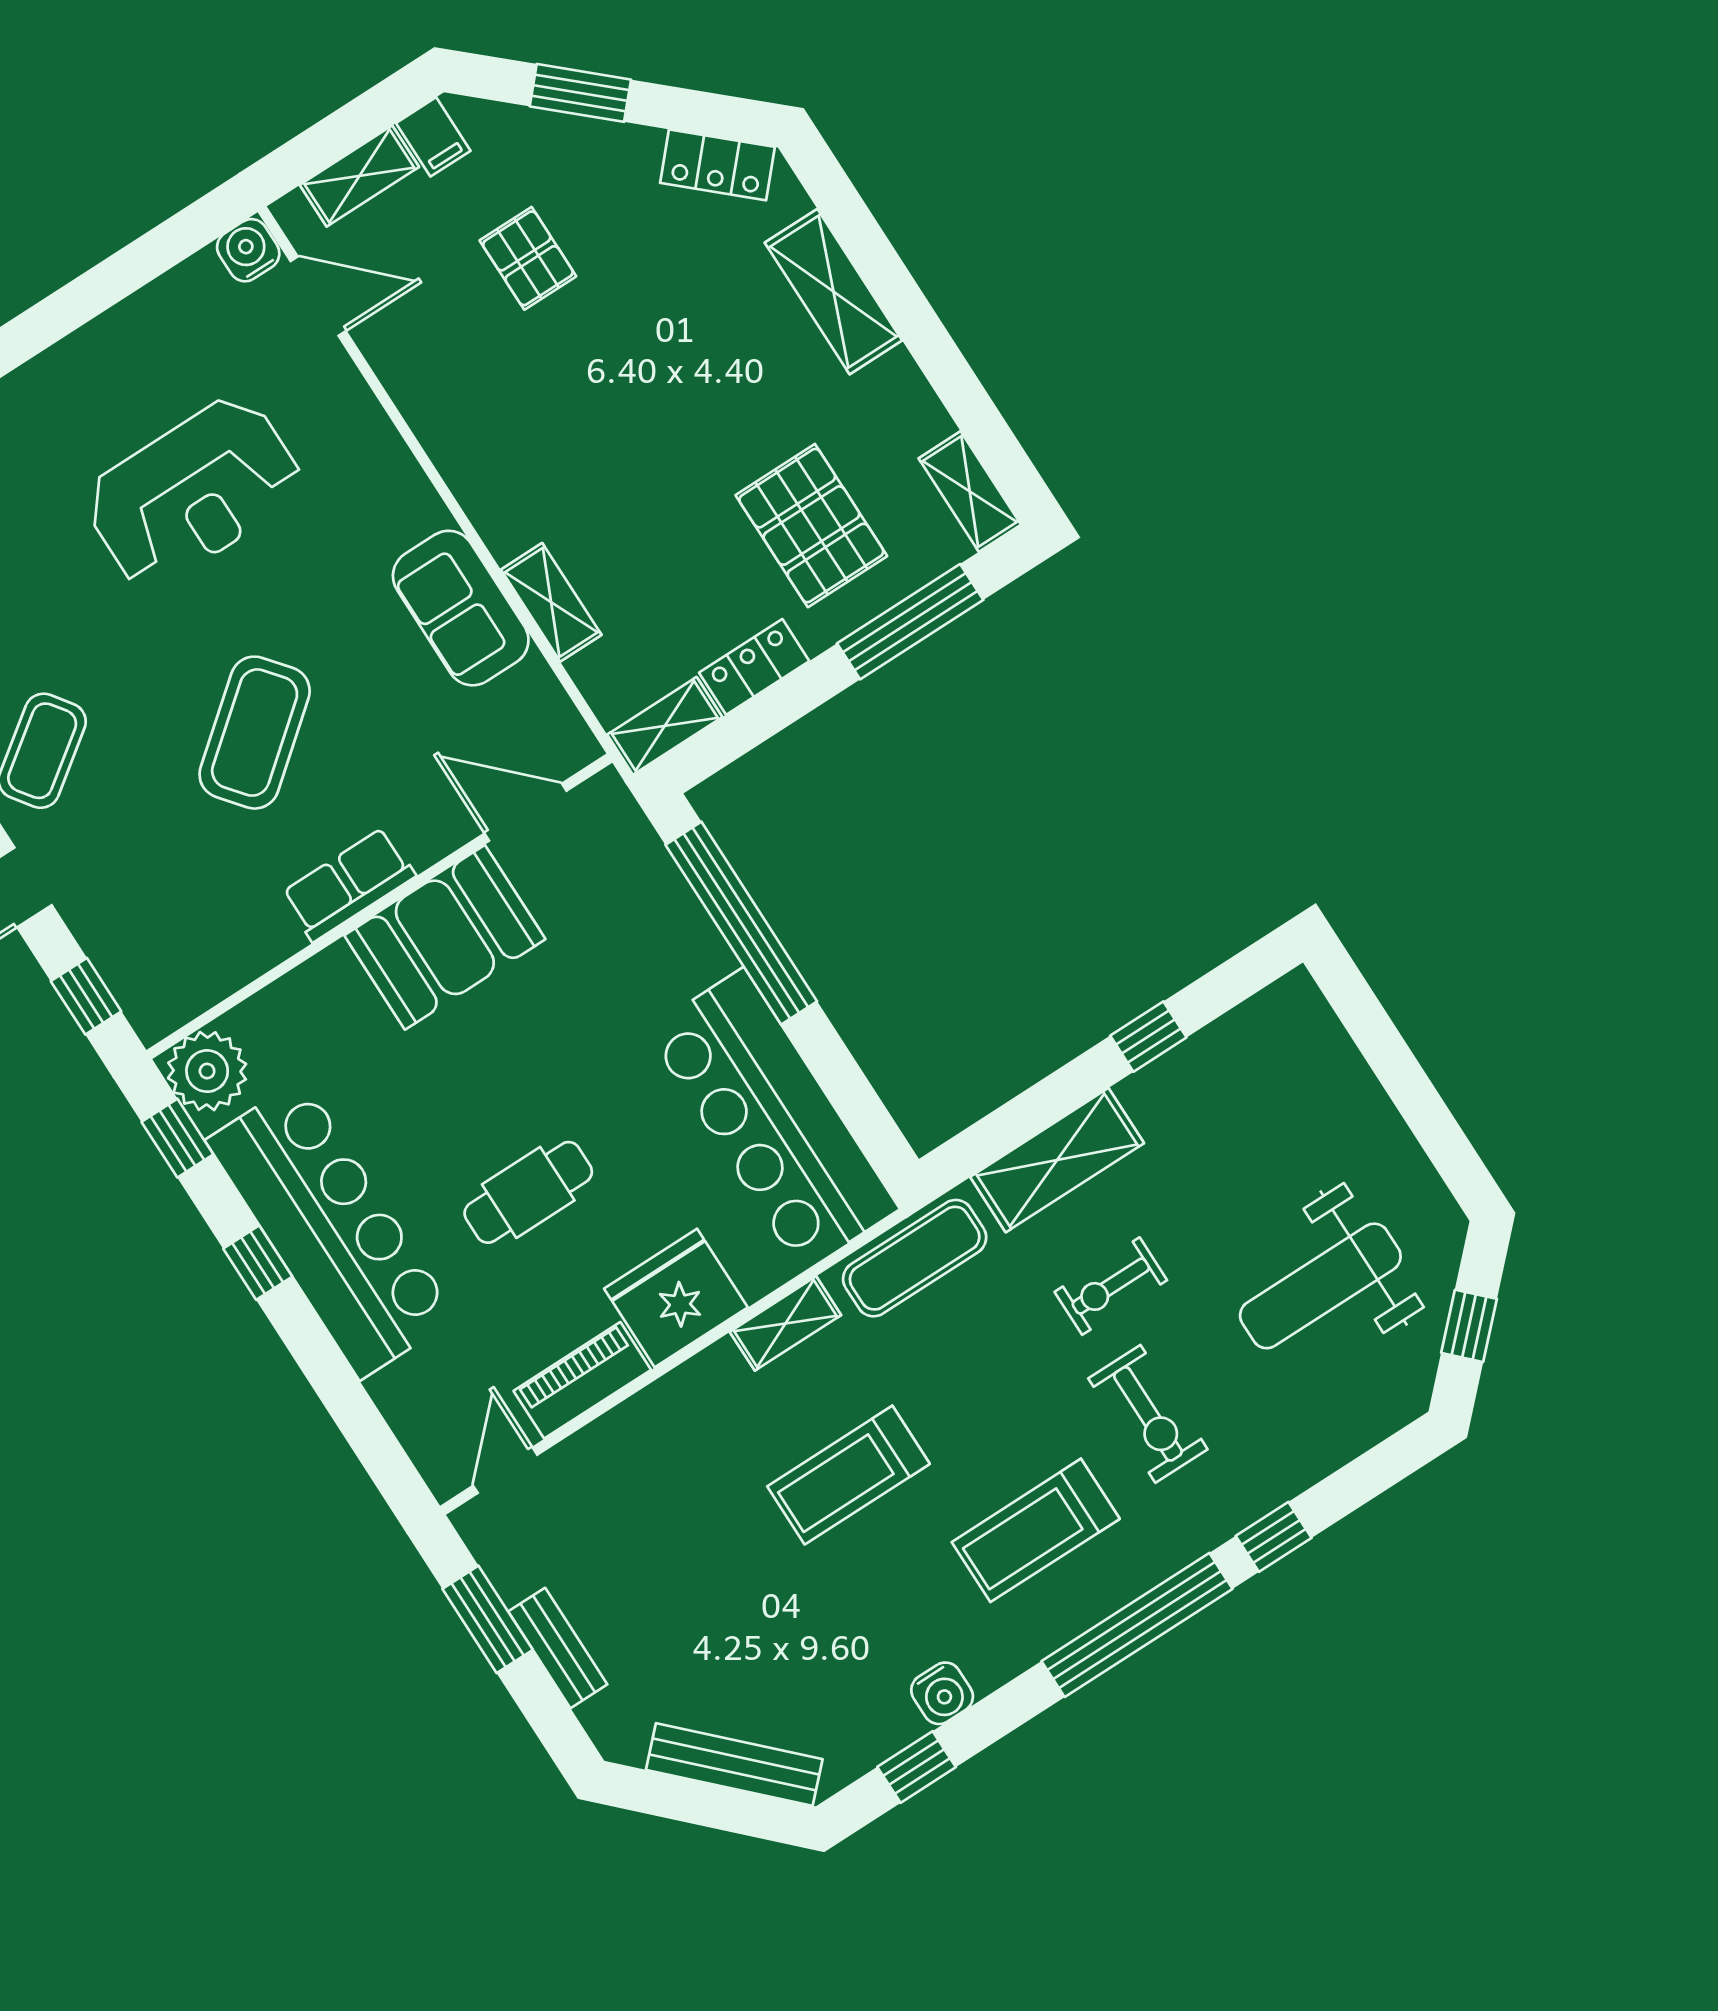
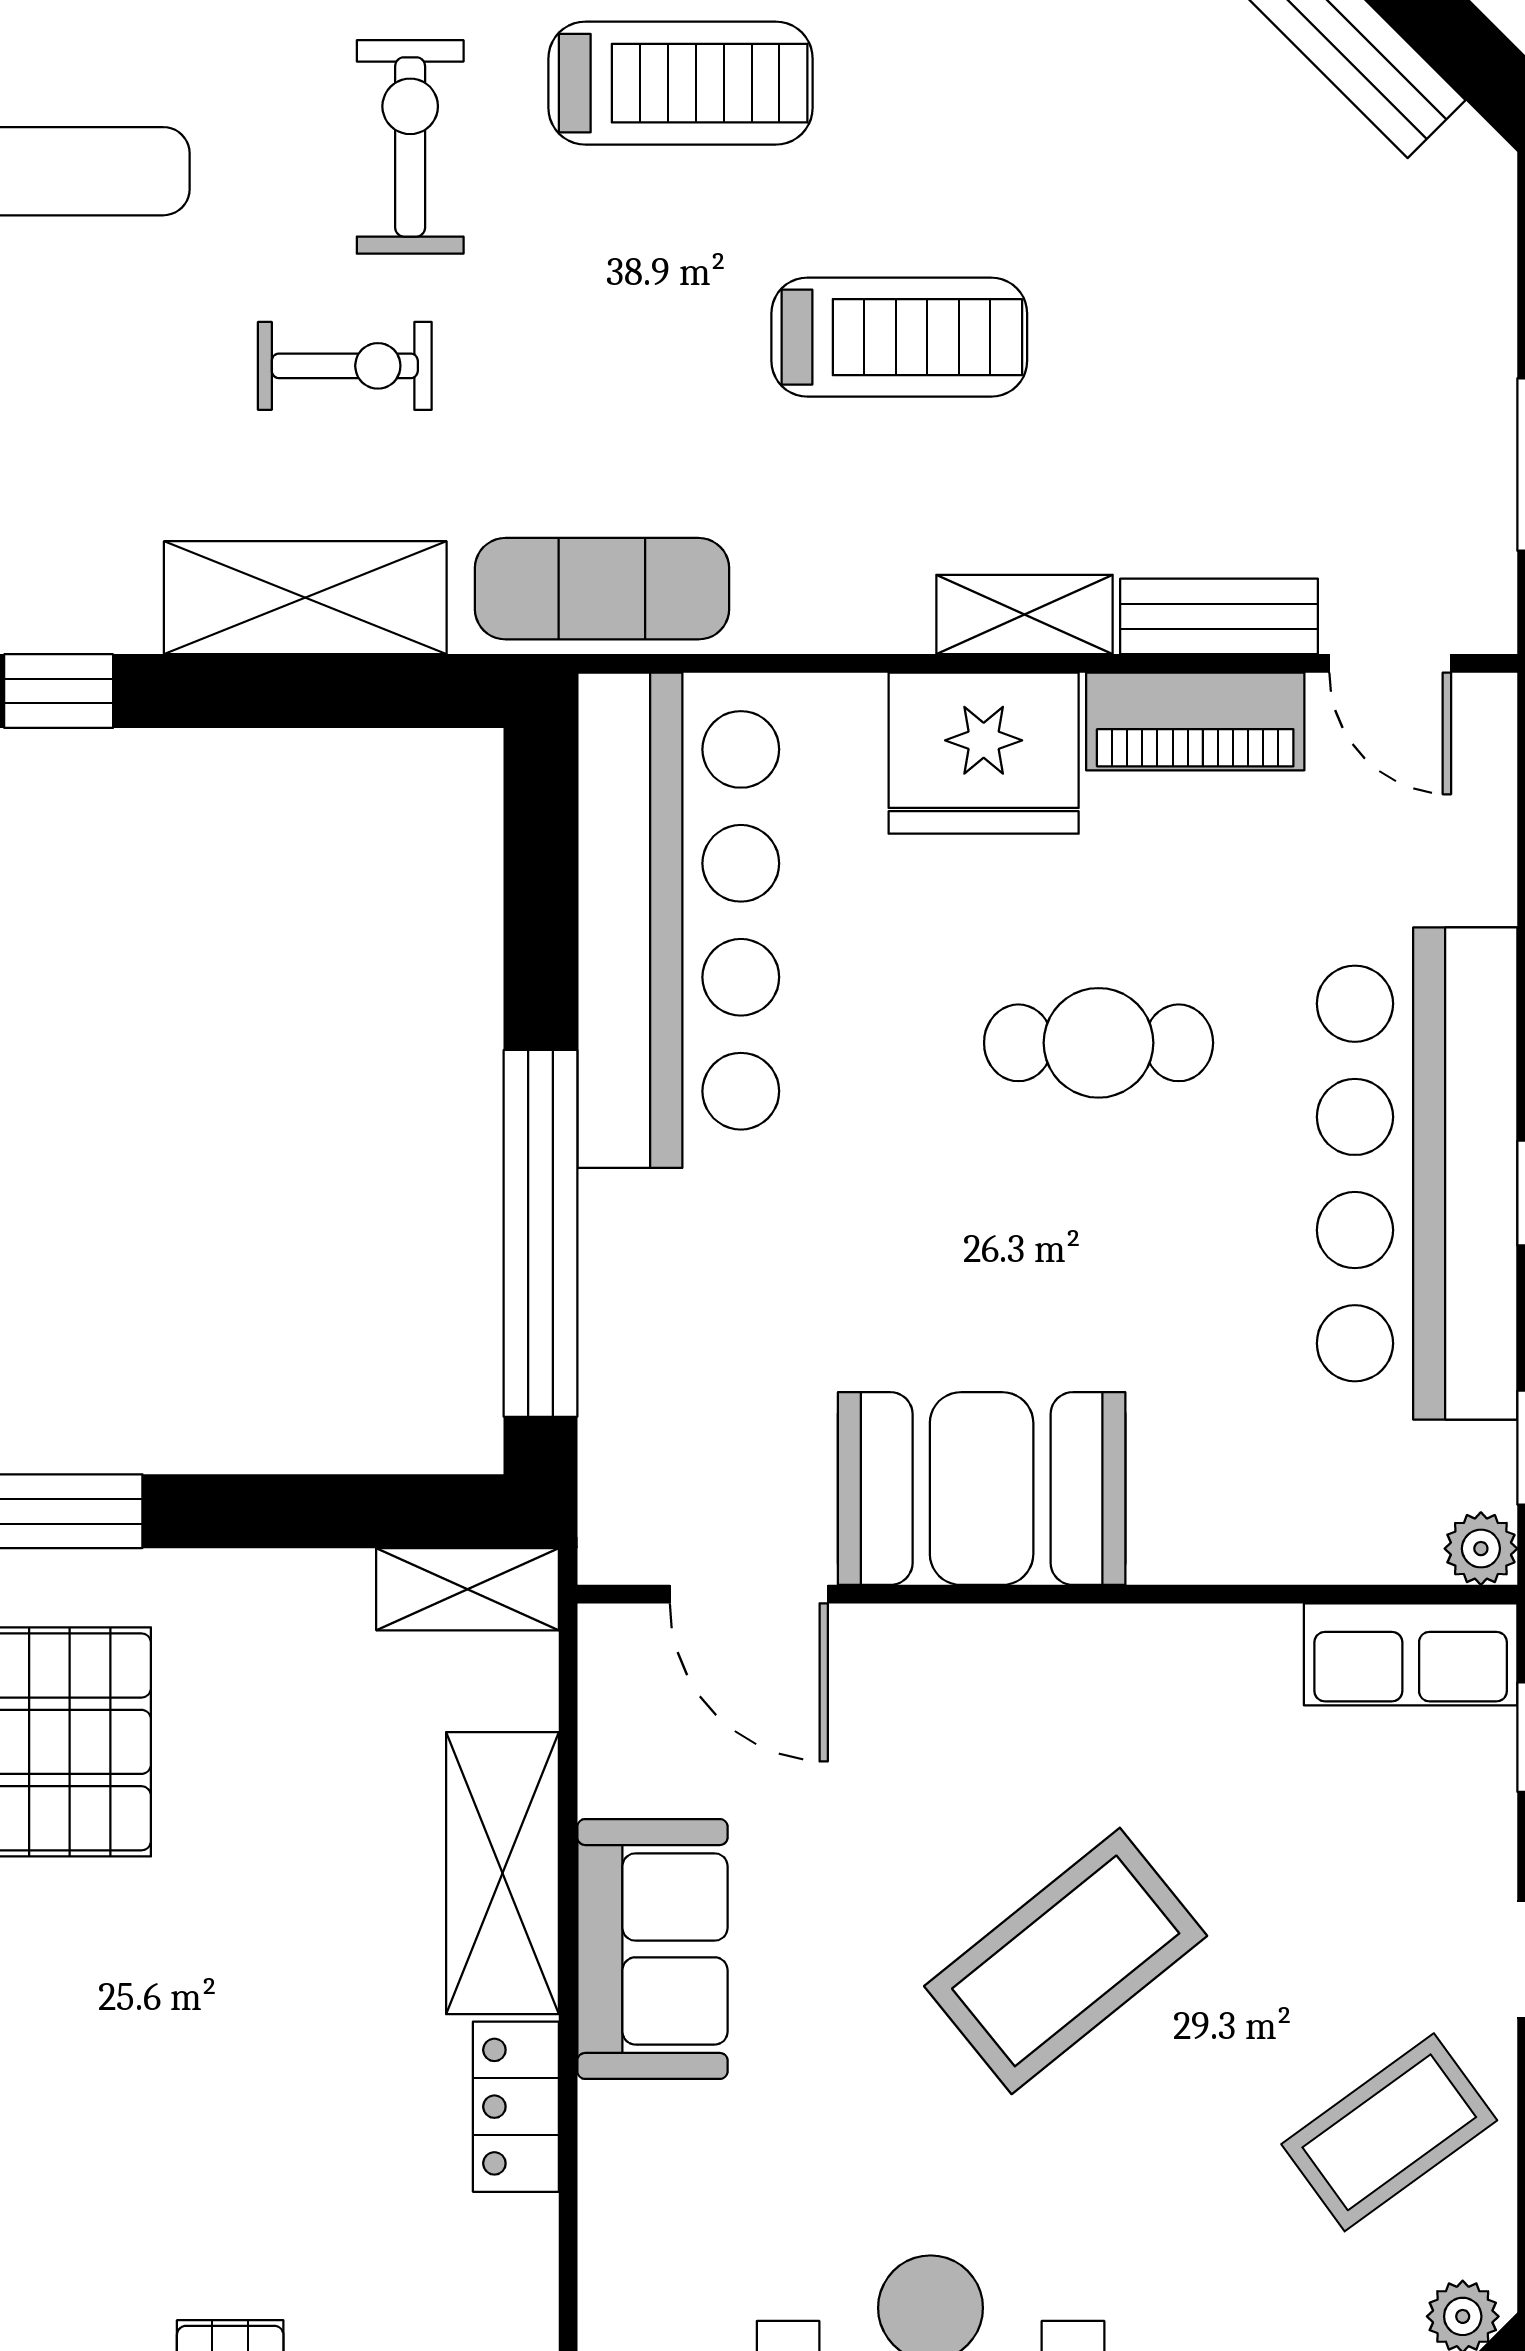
shelving: (551, 602) -> (503, 1873), width x1.50, depth x1.33
locker: (754, 667) -> (516, 2107), moved, turned 90
row of seats: (349, 884) -> (1411, 1654), moved
plant: (207, 1071) -> (1481, 1549), width x0.53, depth x0.53
shelving: (785, 1323) -> (1024, 614), moved
door: (505, 1470) -> (1390, 663), hinge flipped
bench: (558, 1648) -> (1219, 616), moved, turned 90

